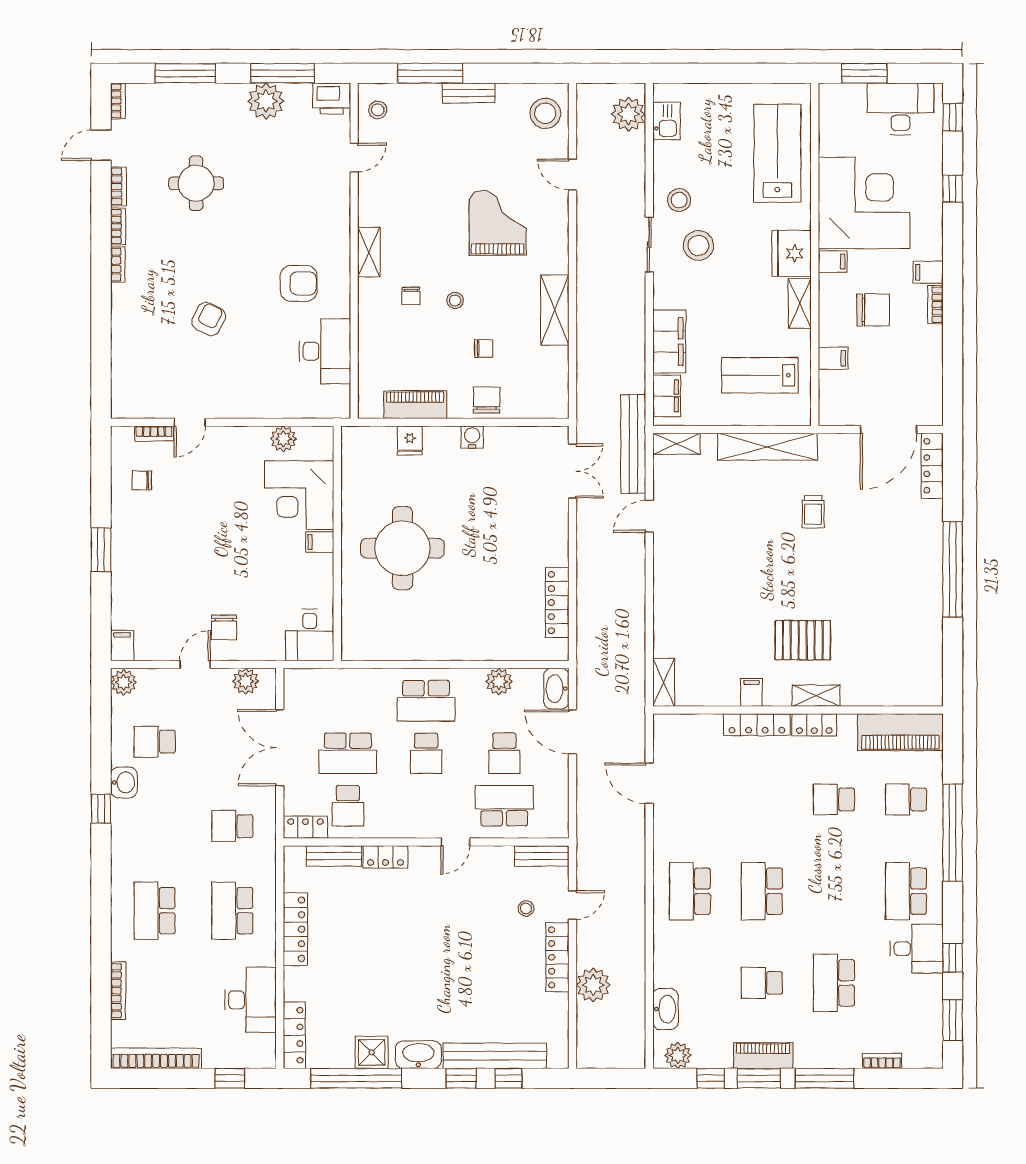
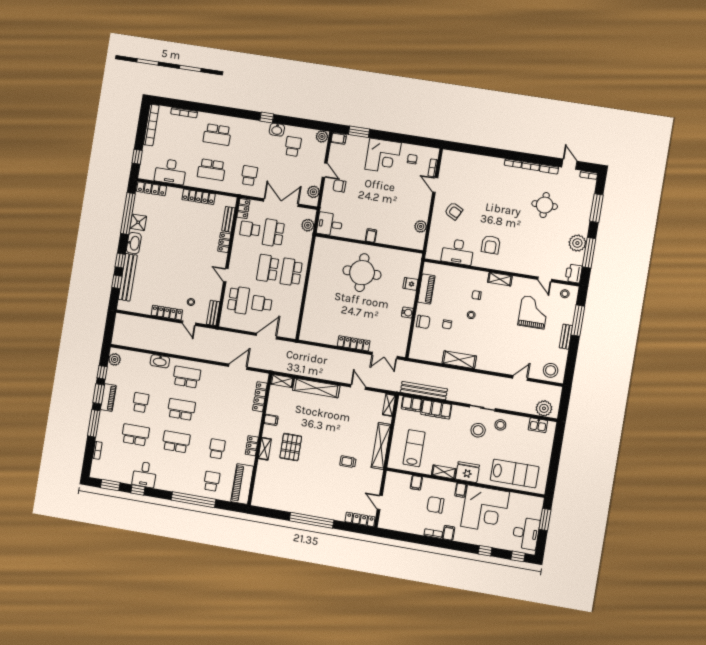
grand piano: (498, 223) -> (533, 312), moved, turned -90
chair: (873, 310) -> (435, 505), turned 90
armchair: (209, 319) -> (454, 211), moved
door: (889, 429) -> (380, 502), width x0.53
bench: (633, 444) -> (424, 391), moved
corner desk: (299, 495) -> (383, 156), moved, turned 180
window: (101, 550) -> (359, 132), moved
locker: (557, 603) -> (354, 343), moved
shelving: (666, 606) -> (316, 388), added
plant: (499, 682) -> (308, 225), moved
washbasin: (556, 689) -> (287, 332), removed
locker: (757, 725) -> (260, 397), moved
school desk: (426, 753) -> (268, 268), width x1.85
school desk: (906, 891) -> (176, 442), moved
school desk: (155, 911) -> (217, 135), turned 180
school desk: (232, 911) -> (211, 170), turned 180
plant: (593, 985) -> (152, 327), removed
washbasin: (665, 1009) -> (160, 361), moved

